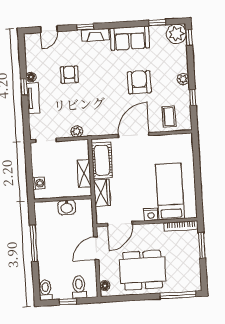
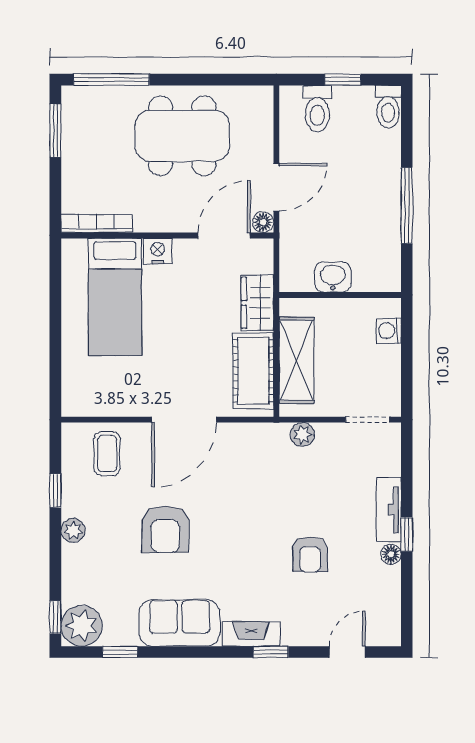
shelving: (84, 173) -> (297, 360), width x1.50, depth x1.33
window: (202, 245) -> (55, 131), moved
floor lamp: (105, 286) -> (263, 222), moved

